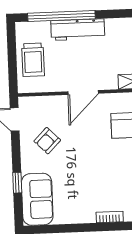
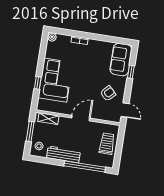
workbench: (78, 30) -> (63, 154), moved

